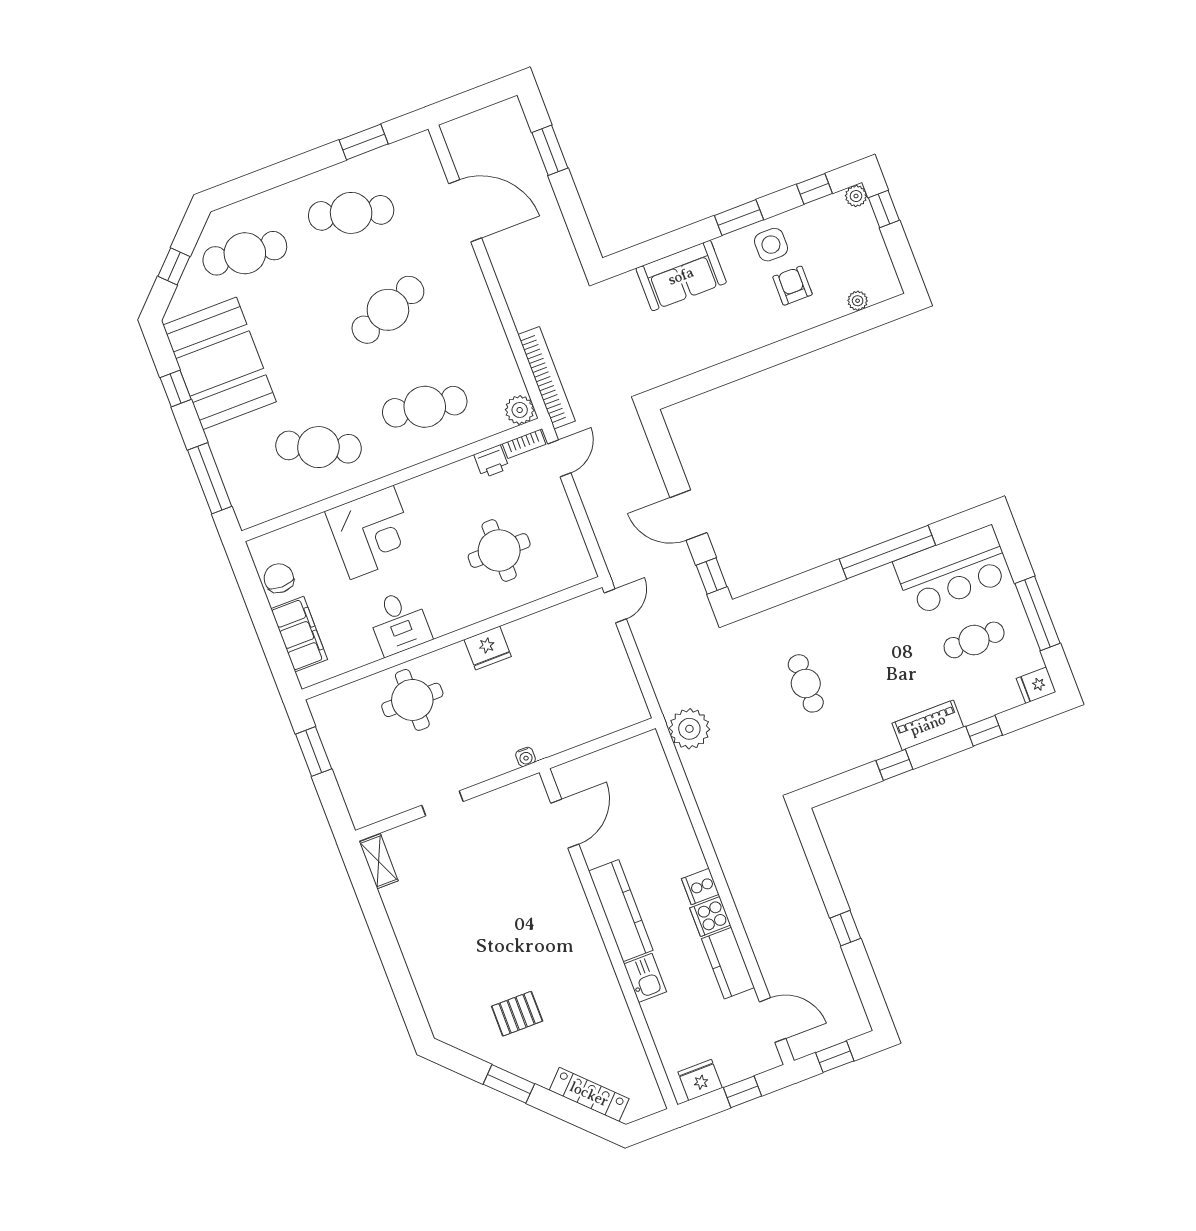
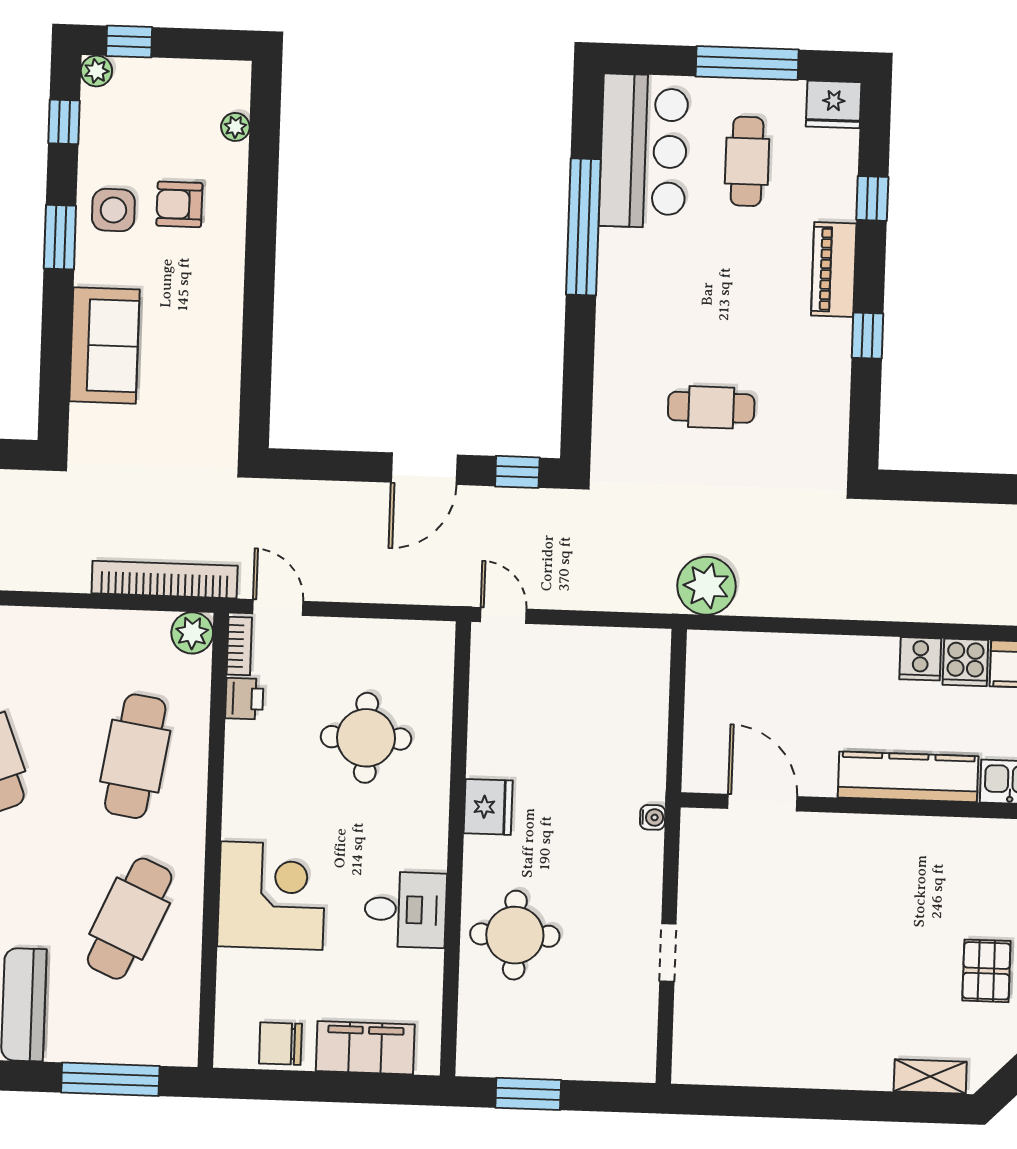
fridge: (1036, 685) -> (834, 104), width x1.38
shelving: (379, 861) -> (930, 1076), moved

